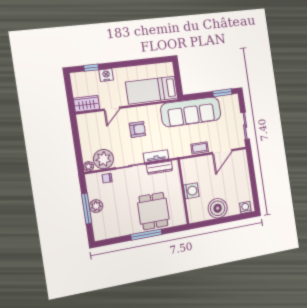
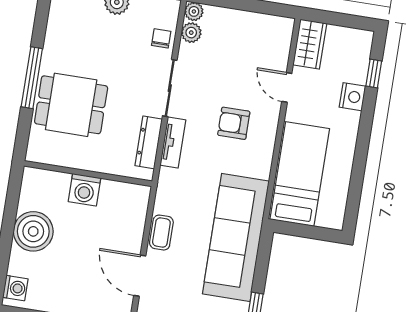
armchair: (138, 129) -> (234, 123), turned 90
plant: (103, 159) -> (191, 33), width x0.53, depth x0.53

